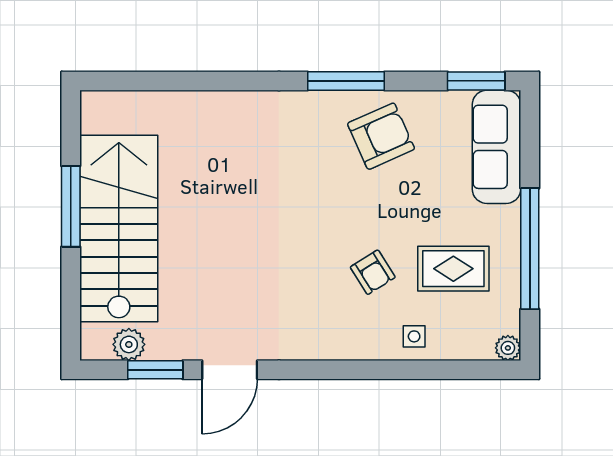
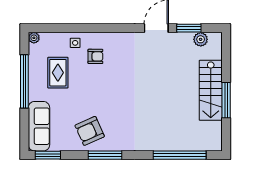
window: (176, 81) -> (180, 155), added
stairs: (119, 229) -> (211, 90), width x0.73, depth x0.66
rug: (453, 269) -> (58, 73), turned 90
armchair: (373, 272) -> (95, 56), moved, turned 122

